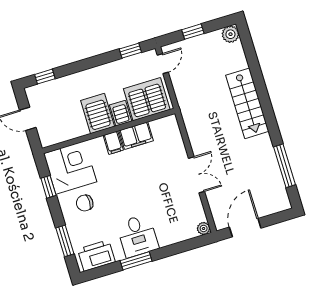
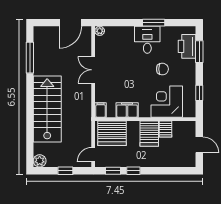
window: (45, 77) -> (133, 171), moved
stairs: (247, 103) -> (47, 109), width x1.36, depth x1.51
server rack: (121, 113) -> (165, 129), moved
filing cabinet: (113, 143) -> (101, 110), moved
corner desk: (70, 168) -> (167, 102), moved, turned 90
chair: (85, 203) -> (162, 69), moved
printer: (96, 255) -> (187, 46), moved, turned 90

